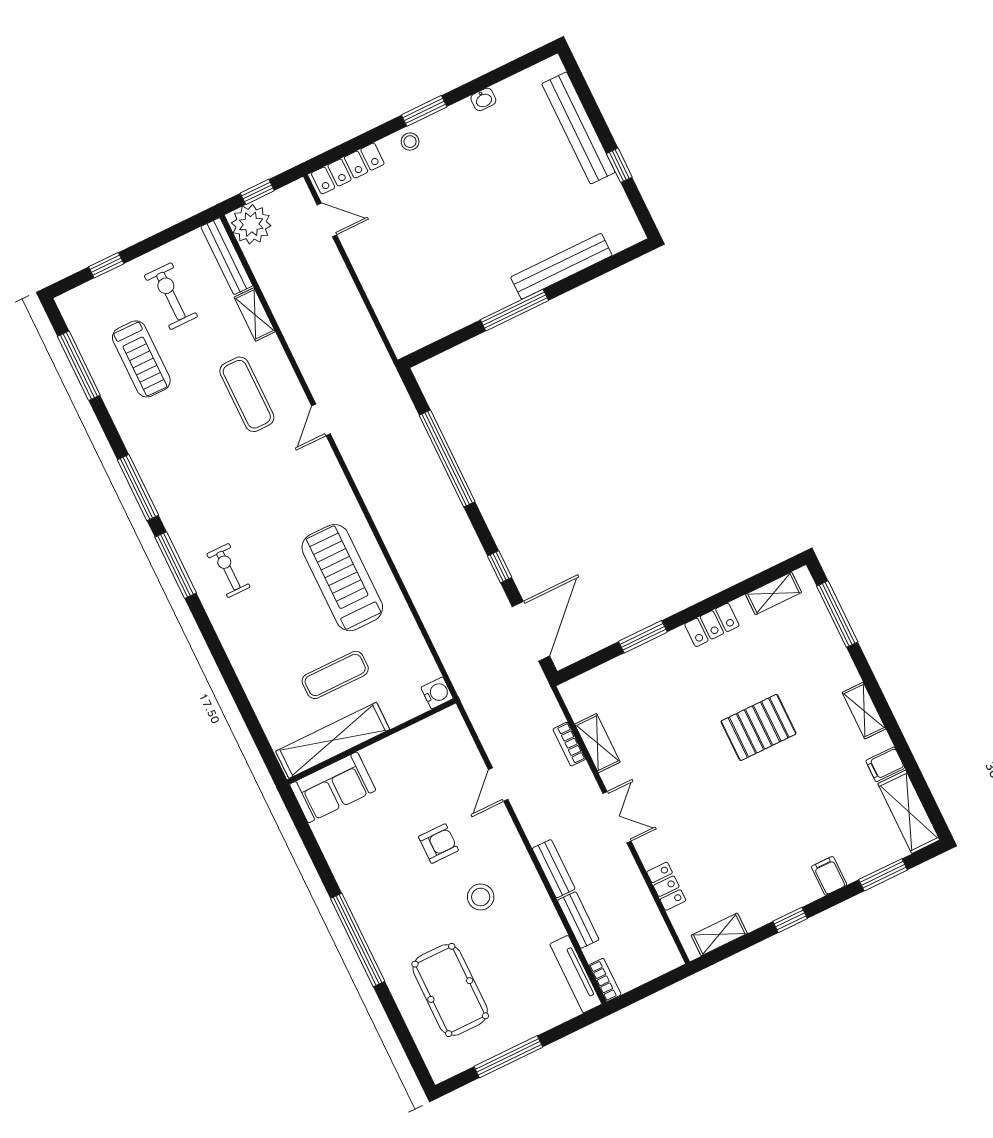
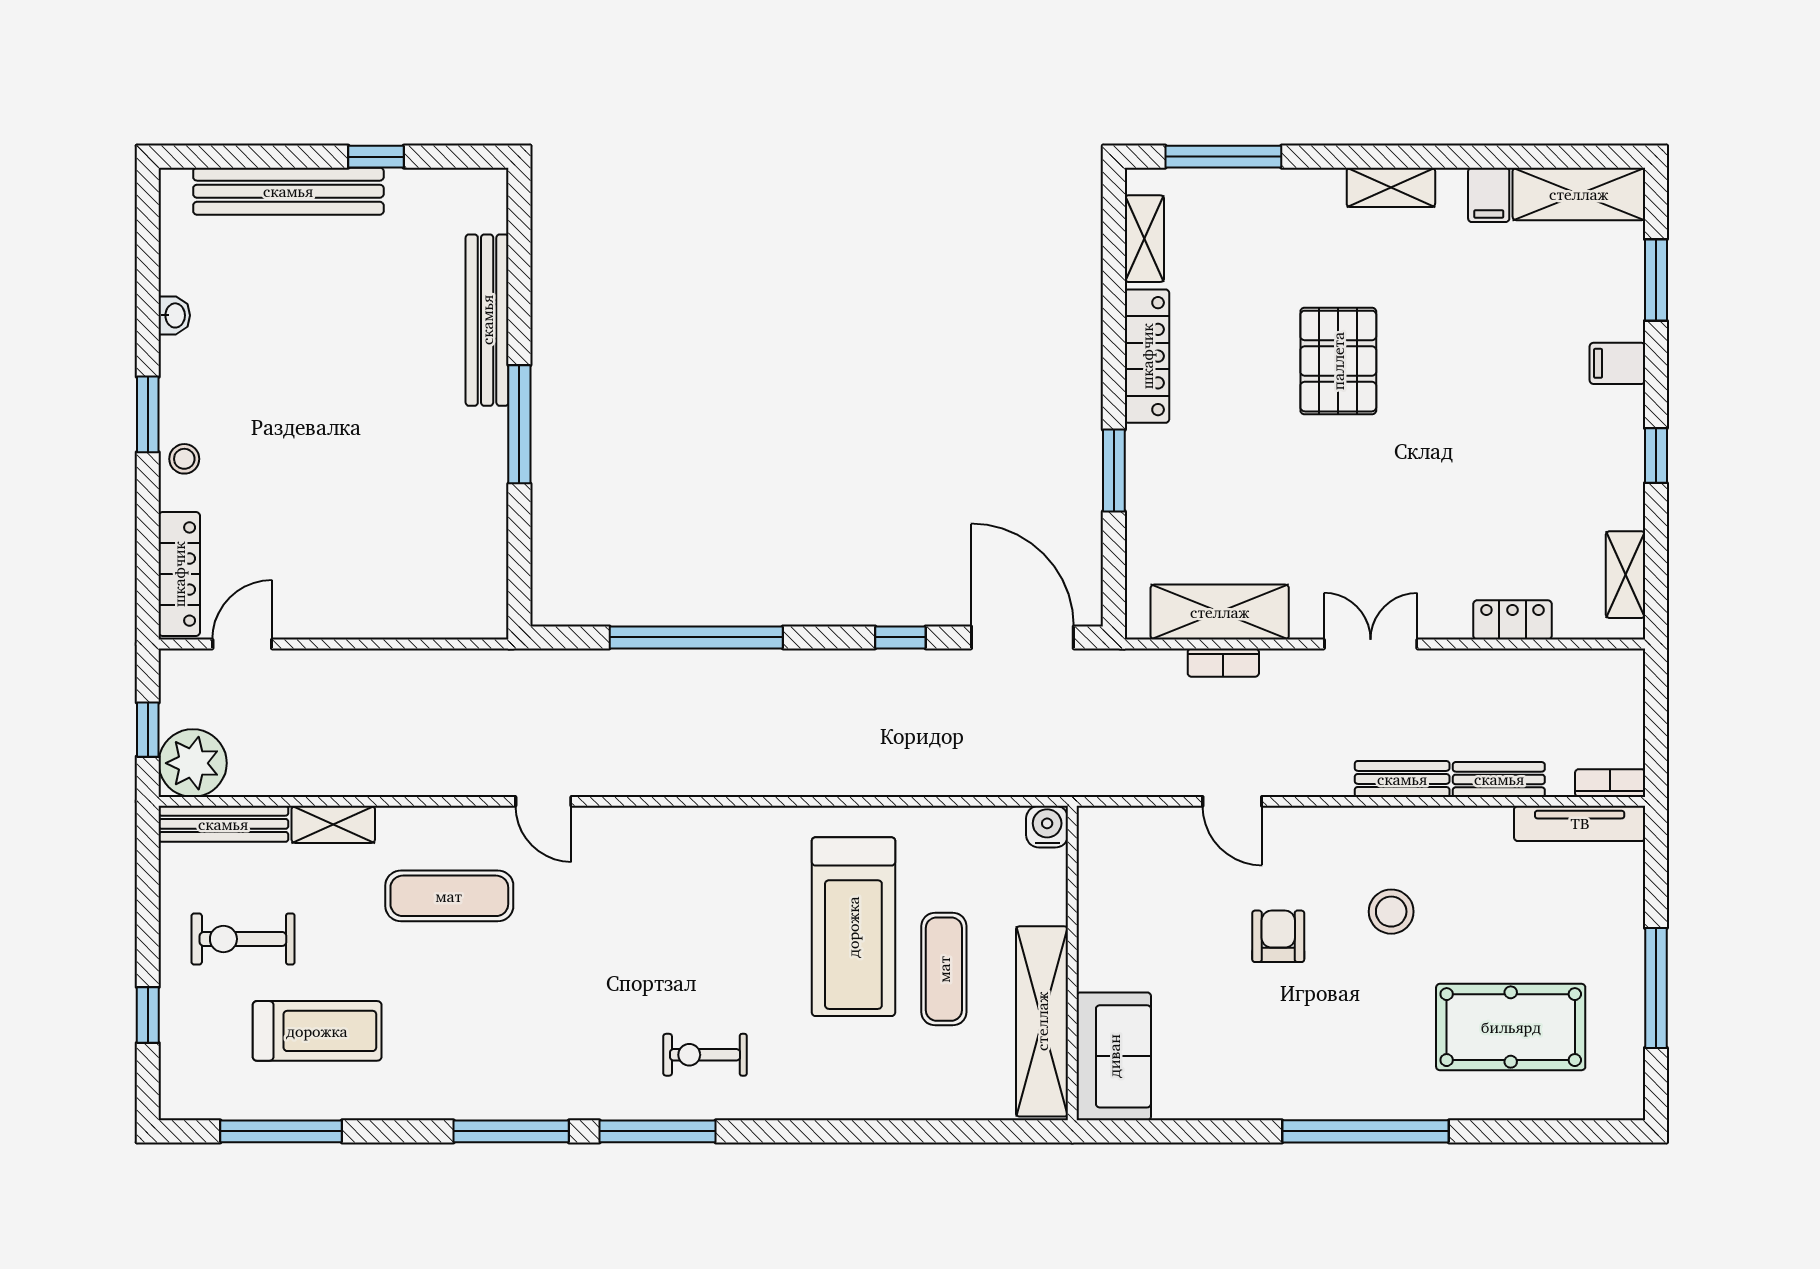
treadmill: (342, 578) -> (853, 927), moved, turned -90
locker: (712, 625) -> (1147, 356), width x1.53
shelving: (597, 743) -> (1220, 612), width x1.50, depth x1.33

